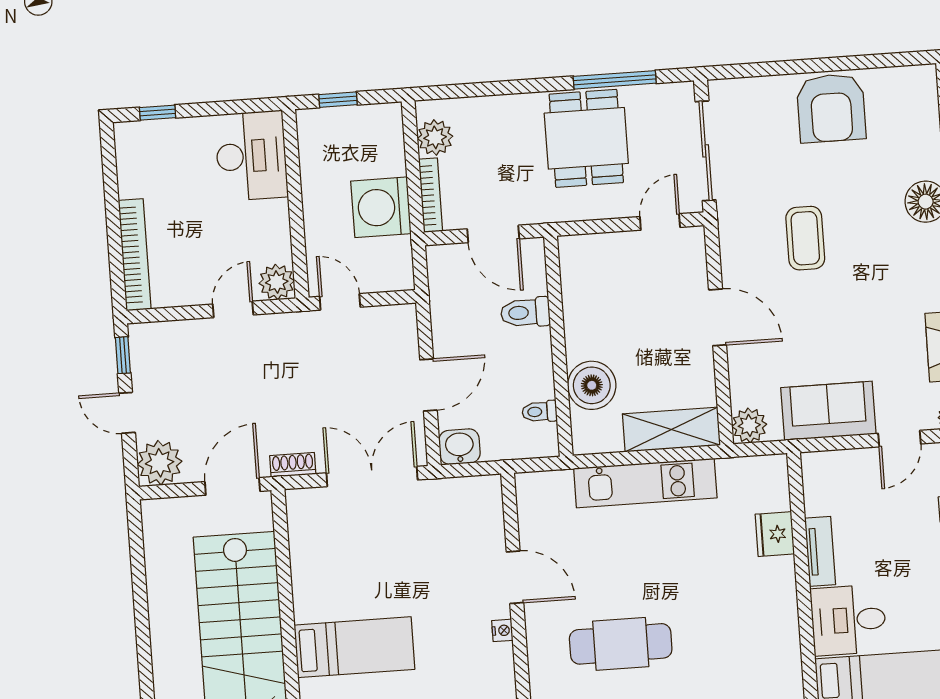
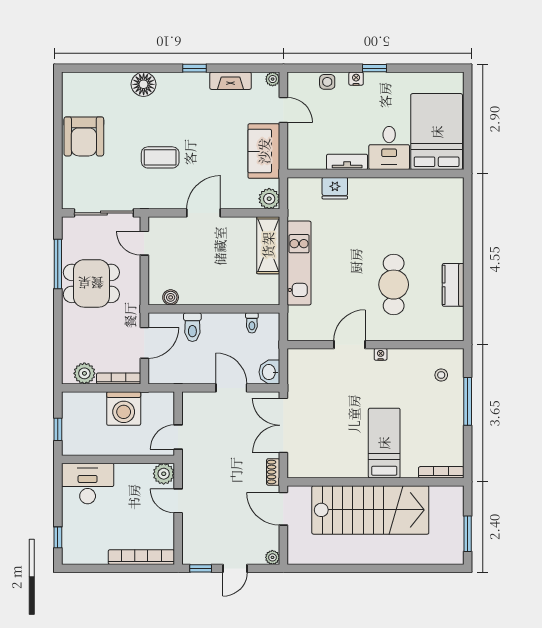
armchair: (831, 108) -> (84, 136), turned 90
boiler: (592, 385) -> (171, 297), moved, width x0.54, depth x0.54
plant: (160, 463) -> (272, 557), width x0.53, depth x0.53

